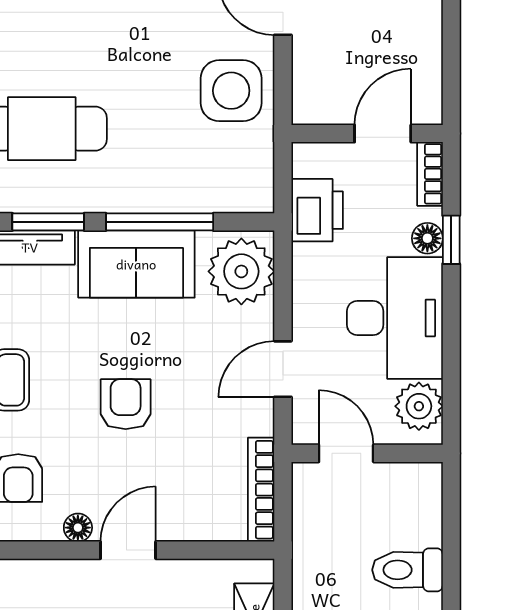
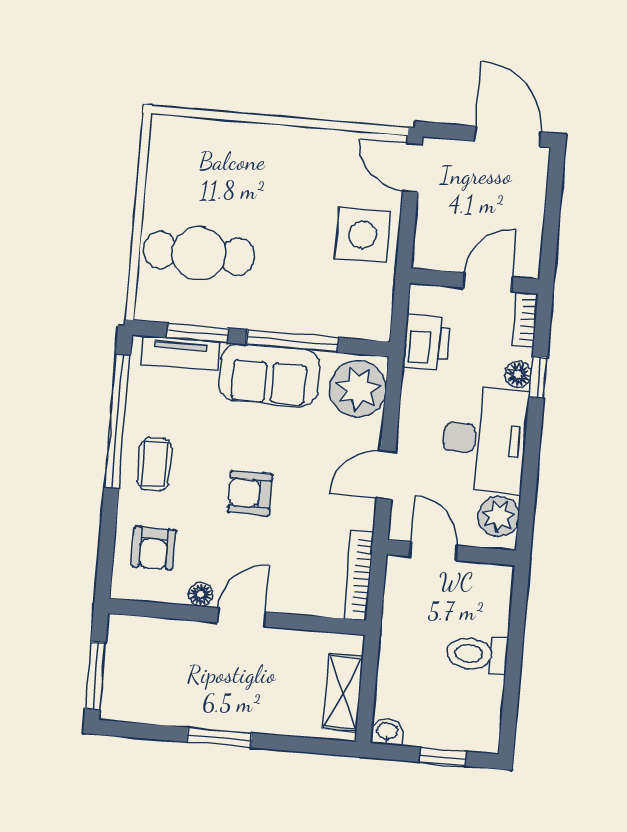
armchair: (126, 404) -> (250, 493), turned -90

